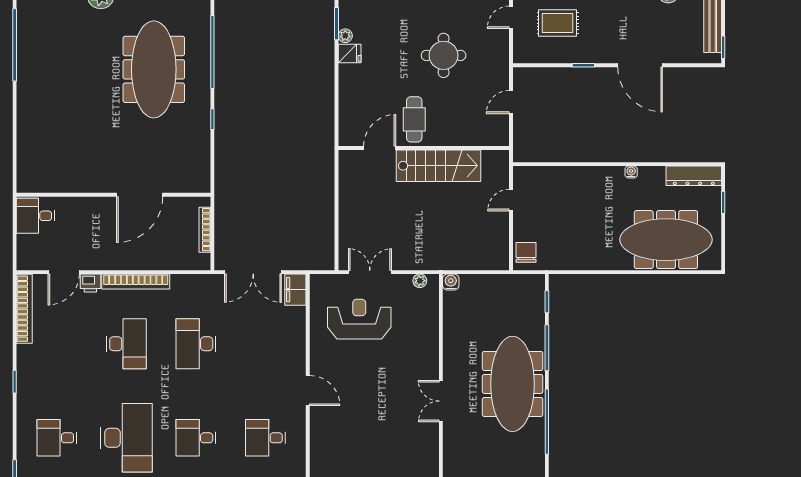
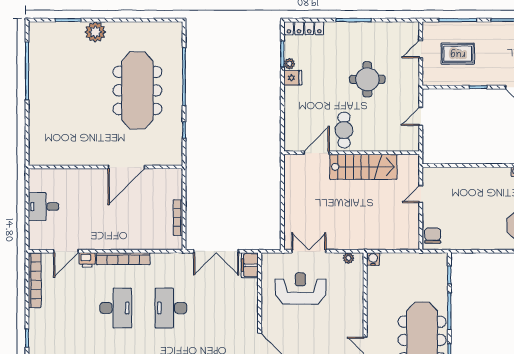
wall: (114, 195) -> (106, 167), moved
door: (140, 195) -> (126, 167), moved

